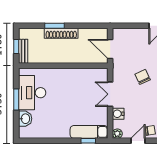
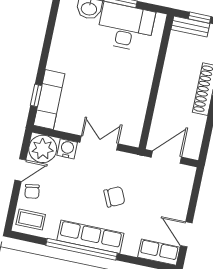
plant: (117, 134) -> (43, 149), width x1.88, depth x1.88
door: (138, 141) -> (20, 170), hinge flipped

